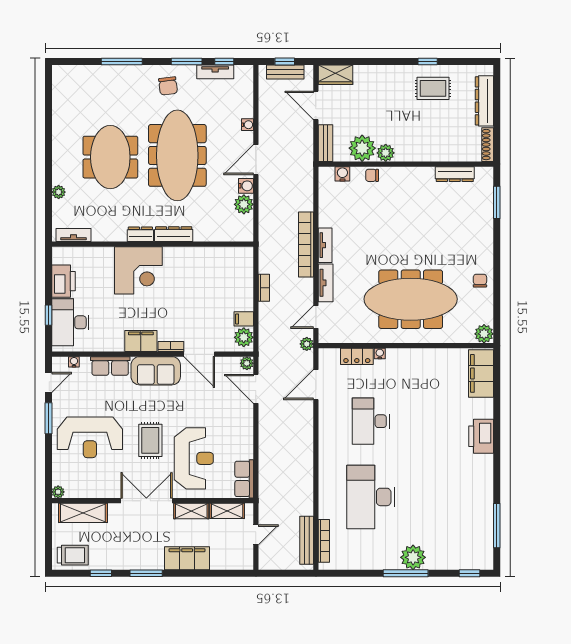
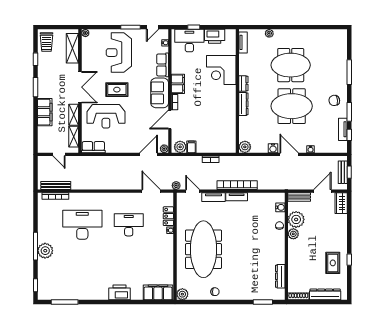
meeting table: (177, 155) -> (292, 106), width x0.73
plant: (244, 204) -> (245, 147), moved
corner desk: (138, 270) -> (221, 70), moved
door: (48, 382) -> (153, 27), hinge flipped

